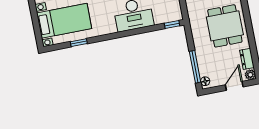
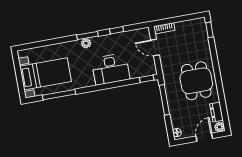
window: (79, 43) -> (59, 95), width x2.17
window: (195, 67) -> (164, 100), moved

